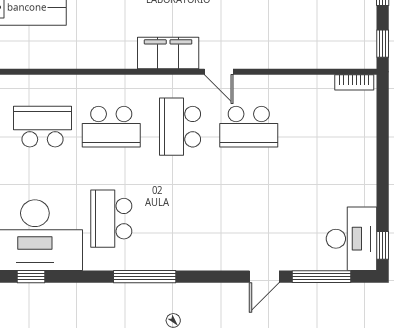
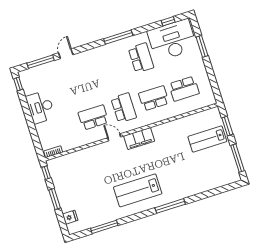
desk: (351, 239) -> (40, 107), moved

